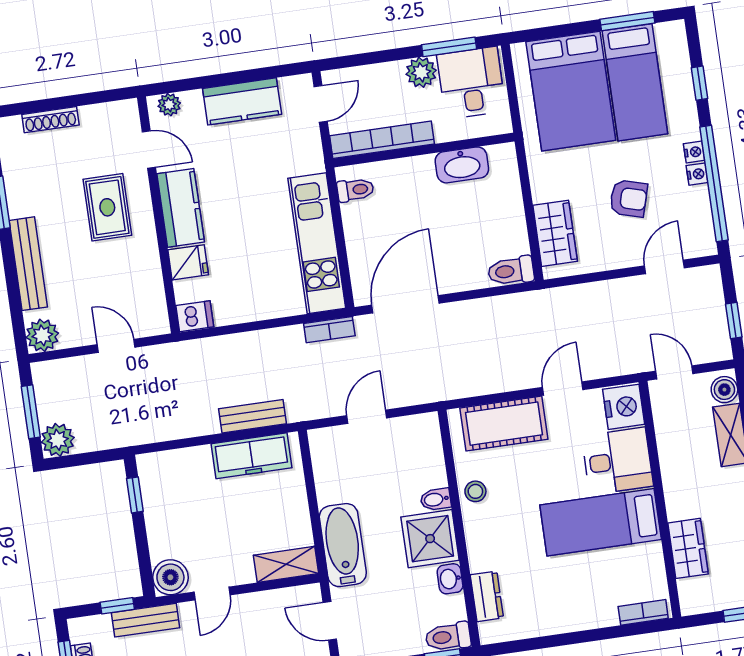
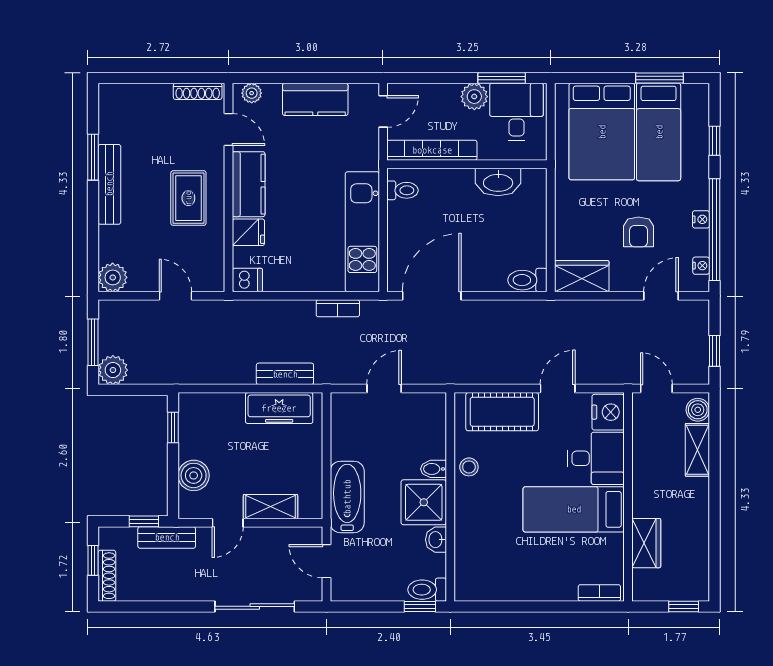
shoe rack: (50, 120) -> (198, 91), moved
nightstand: (694, 152) -> (701, 266), moved
armchair: (629, 198) -> (639, 232), turned 74
rug: (107, 207) -> (188, 198), moved
wardrobe: (555, 233) -> (582, 276), moved, turned -90
bench: (28, 264) -> (109, 184), moved
bookcase: (329, 330) -> (338, 308), moved
shelving: (286, 564) -> (271, 507), moved
boiler: (170, 577) -> (194, 475), moved
dresser: (487, 596) -> (466, 559), removed

